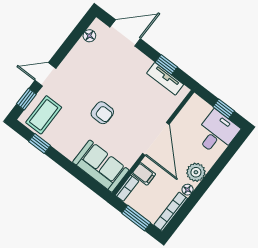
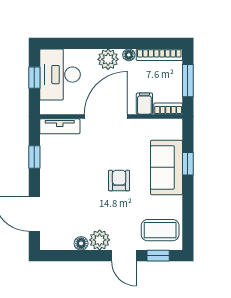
floor lamp: (89, 36) -> (81, 243), moved
plant: (70, 66) -> (100, 240), added
tv unit: (165, 79) -> (60, 126), moved, turned 90
desk: (217, 133) -> (60, 75), width x1.37
window: (40, 144) -> (188, 164), moved
sofa: (101, 166) -> (166, 167), moved

